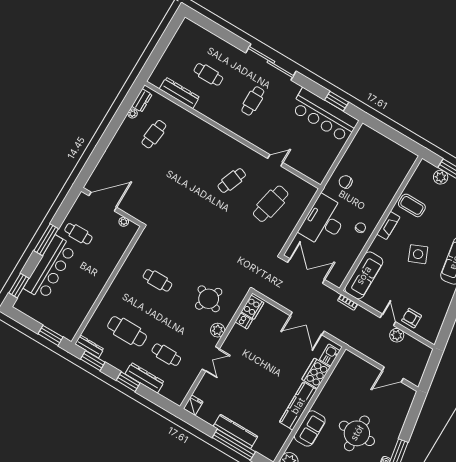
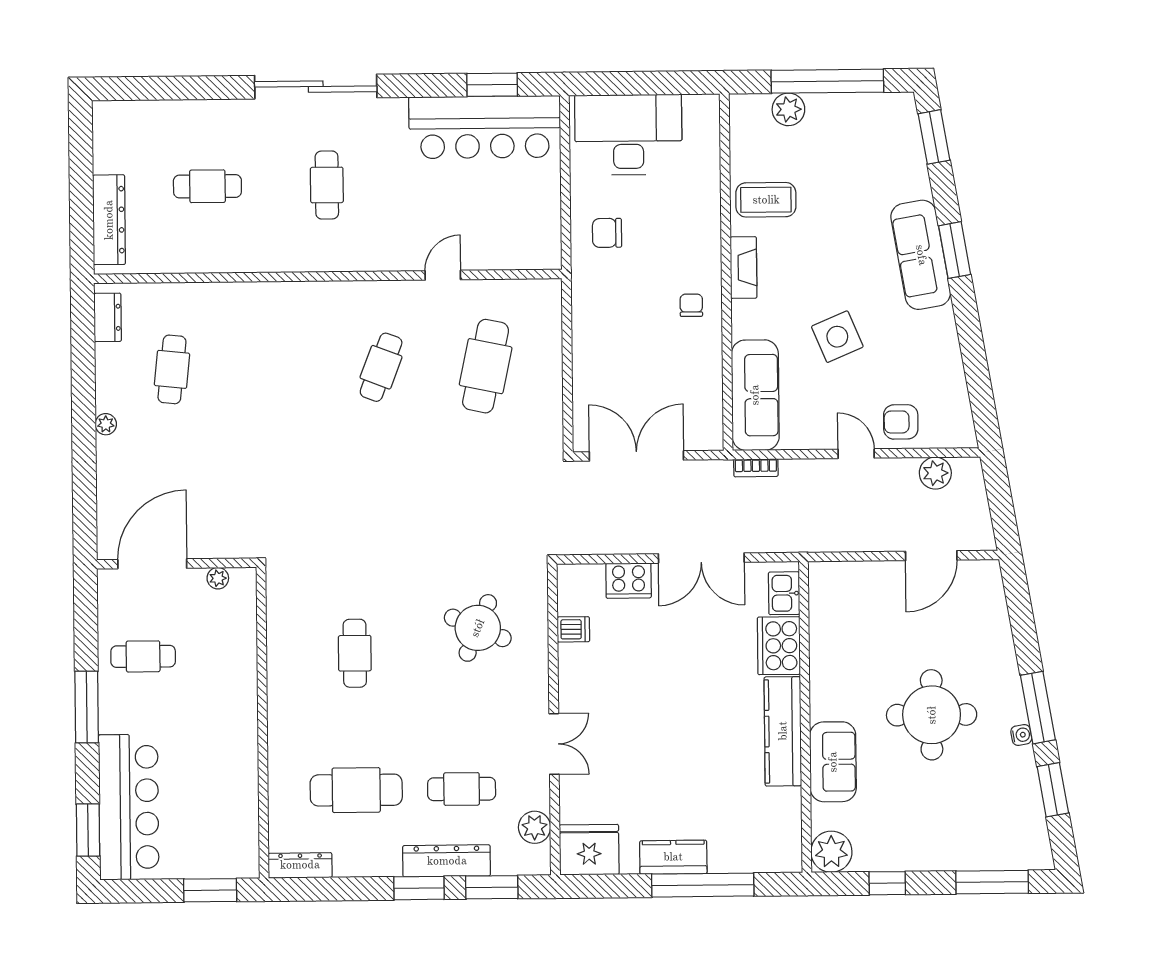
dresser: (179, 93) -> (109, 220), moved, turned 90
plant: (133, 114) -> (106, 424), moved
desk: (324, 221) -> (628, 135), moved, turned 90
side table: (418, 254) -> (837, 337), moved
bar counter: (50, 268) -> (129, 807), moved
cafe table: (157, 280) -> (355, 653), turned 90
cooker: (252, 307) -> (629, 581), moved, turned 90
plant: (218, 330) -> (535, 827), moved
plant: (397, 335) -> (935, 473), moved
window: (93, 361) -> (492, 887), moved
fridge: (193, 405) -> (589, 850), width x1.88, depth x1.34
kitchen counter: (235, 431) -> (673, 857), width x0.67

